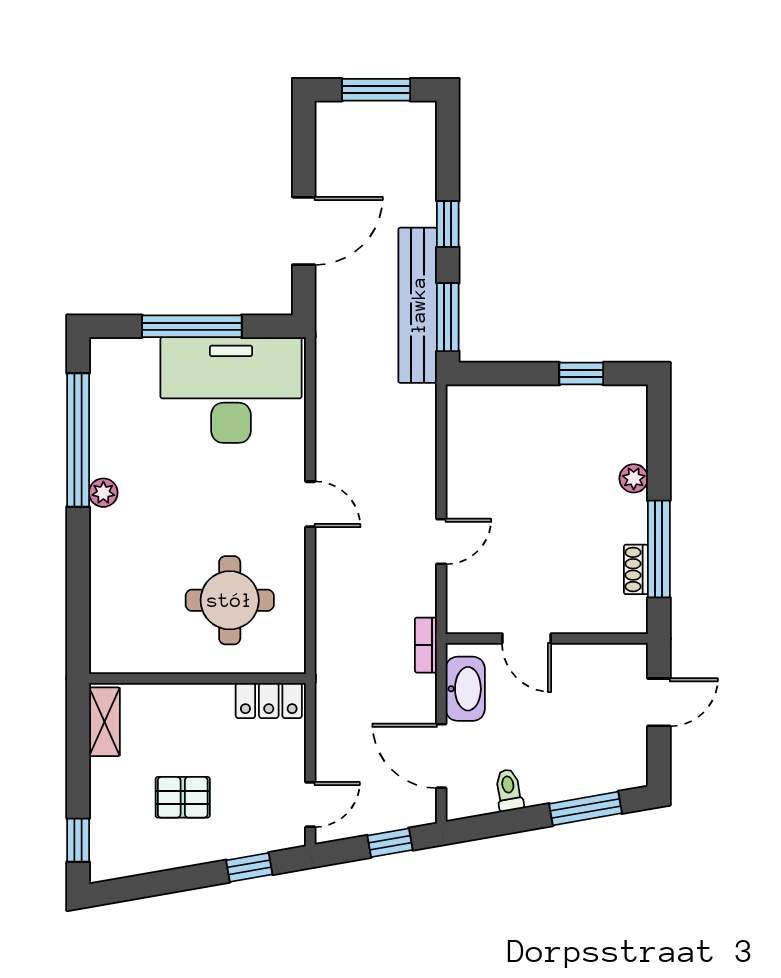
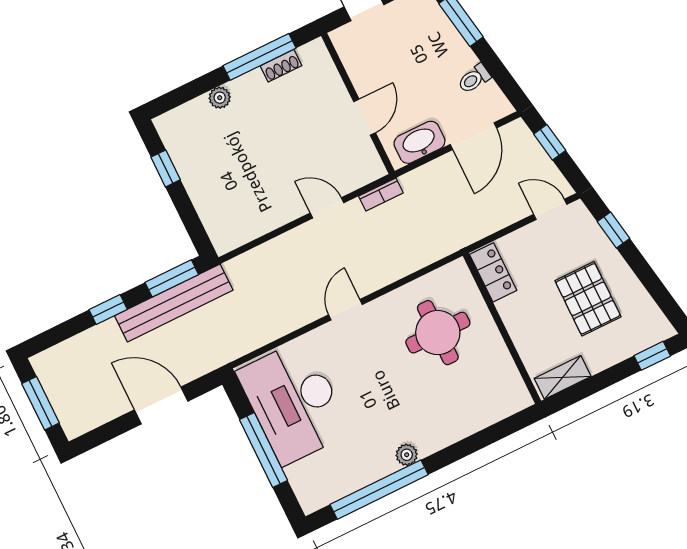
bookcase: (426, 645) -> (381, 194), moved
pallet: (183, 797) -> (588, 299), width x1.50, depth x1.42

